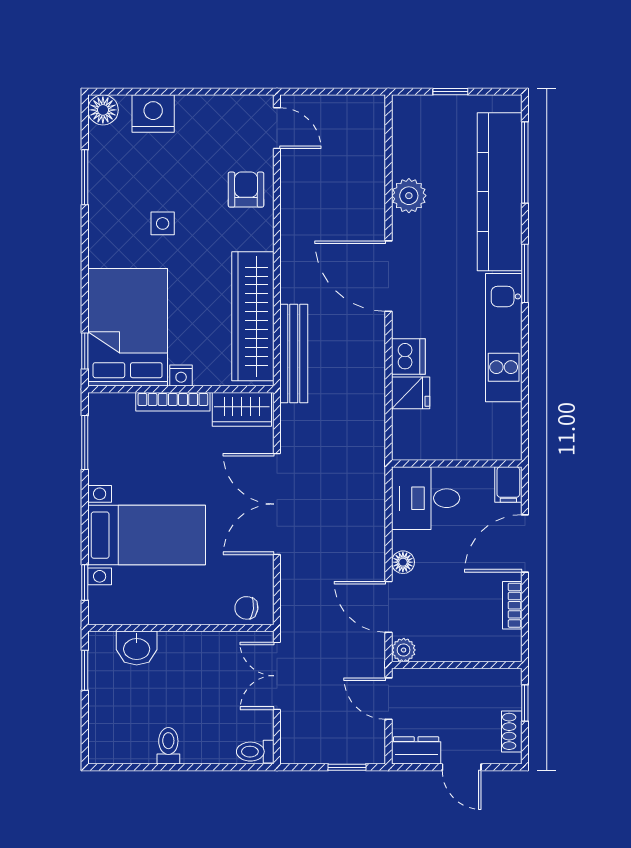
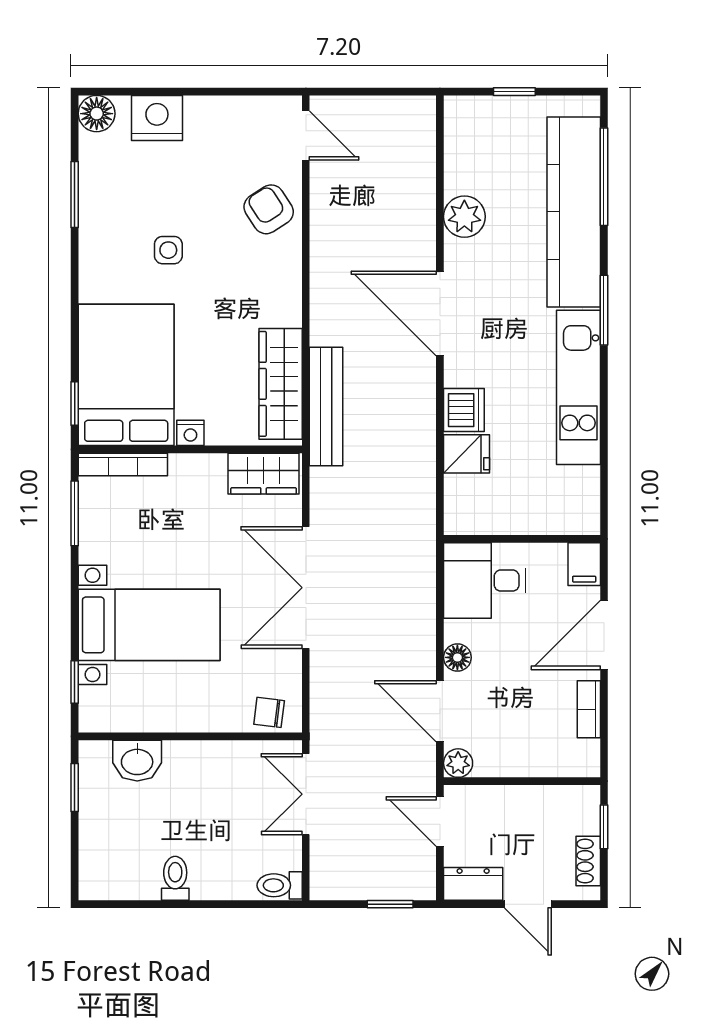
armchair: (246, 190) -> (269, 209), turned -33
wardrobe: (253, 316) -> (281, 384), width x0.71, depth x0.85
bookcase: (173, 402) -> (123, 465), moved

